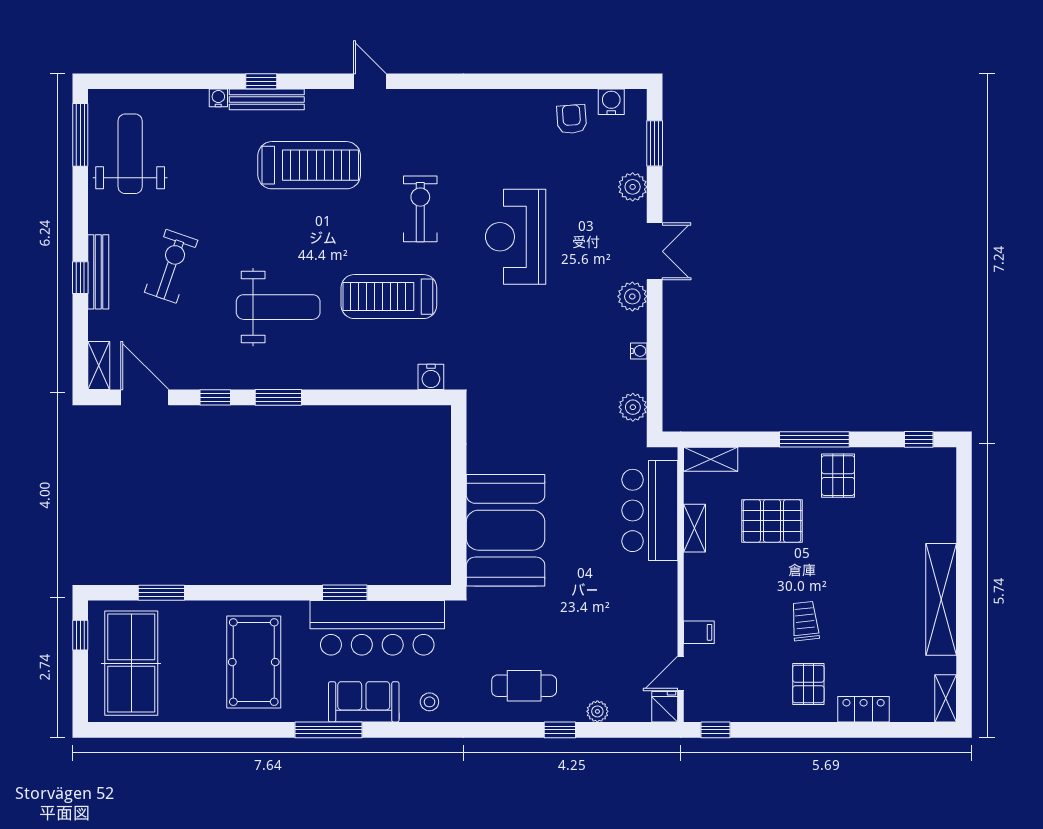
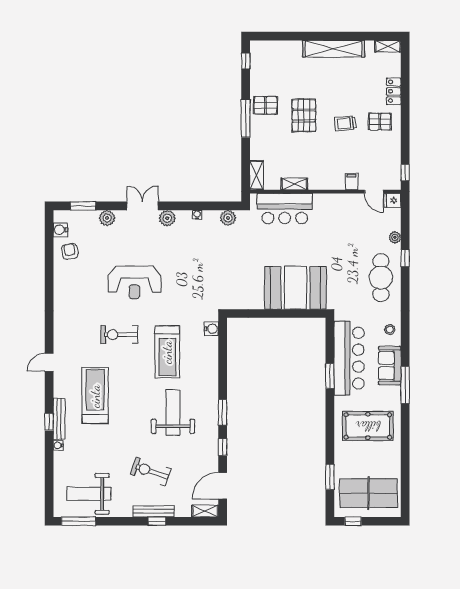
armchair: (572, 119) -> (70, 252), turned 83
pallet: (772, 521) -> (304, 115), moved
cafe table: (524, 686) -> (381, 278), width x1.37, depth x1.35

